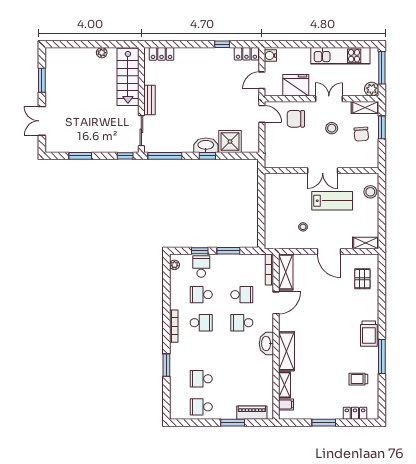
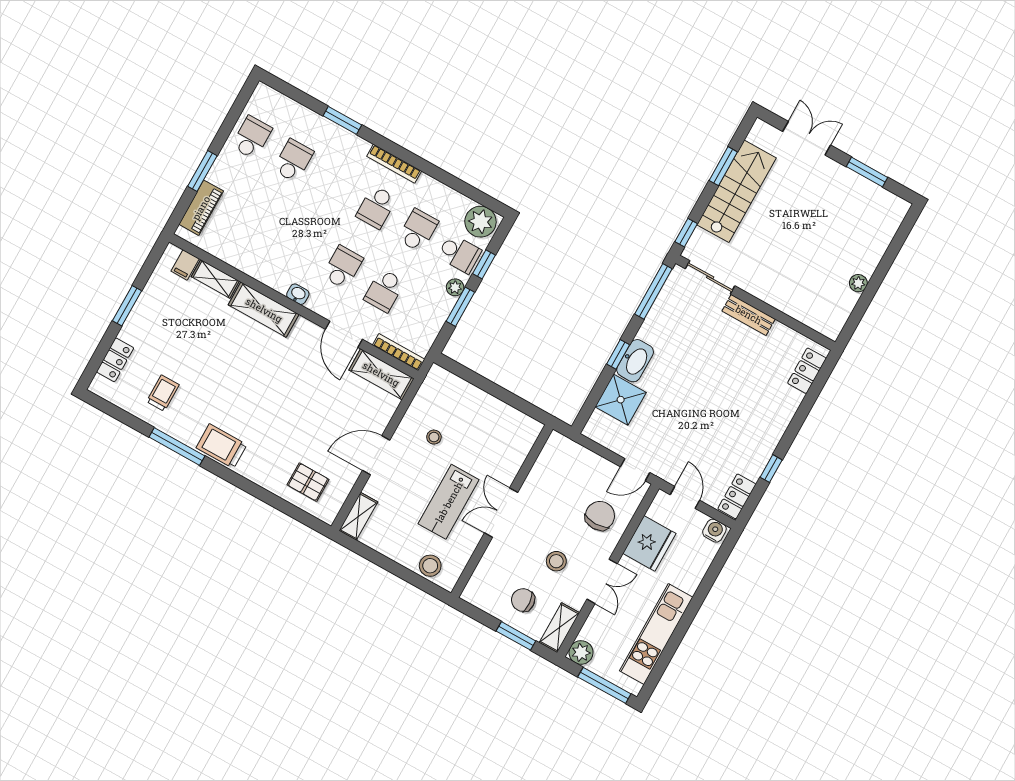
stairs: (128, 77) -> (737, 191), moved, turned 90
plant: (220, 259) -> (455, 287), added
plant: (174, 265) -> (480, 222), width x1.87, depth x1.87
washbasin: (266, 344) -> (298, 294), width x0.52, depth x0.69

